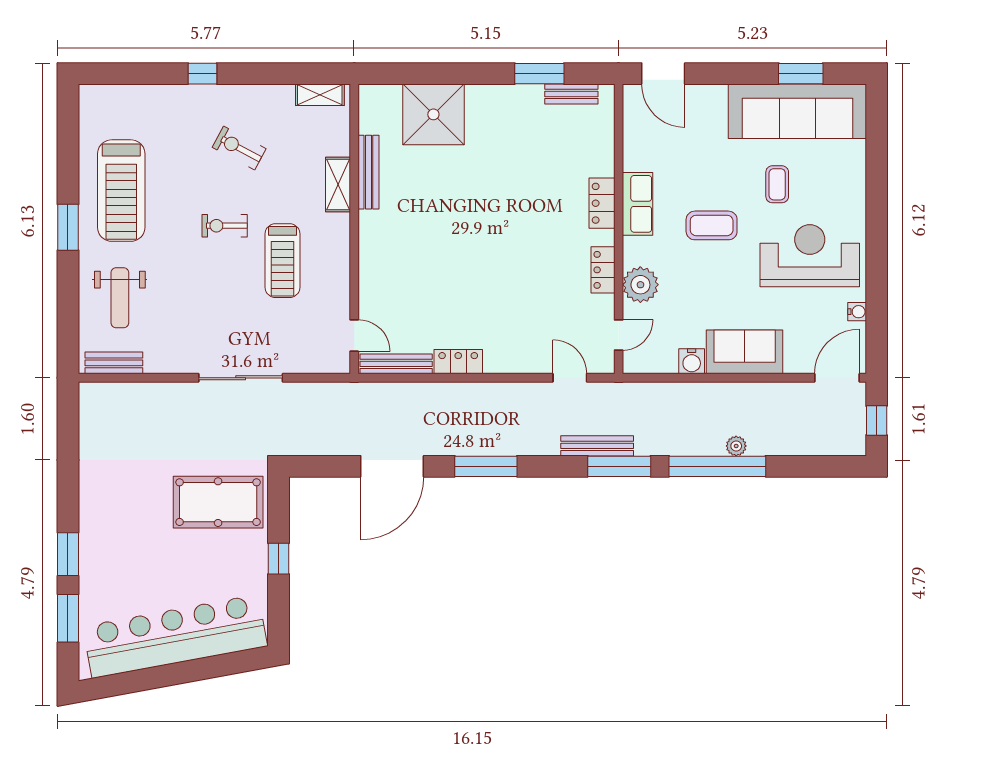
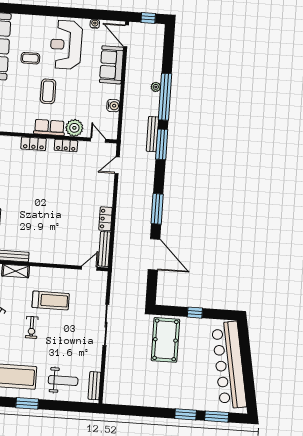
row of seats: (638, 204) -> (49, 127), moved
sofa: (745, 352) -> (111, 65), moved
bench: (597, 446) -> (152, 134), moved

